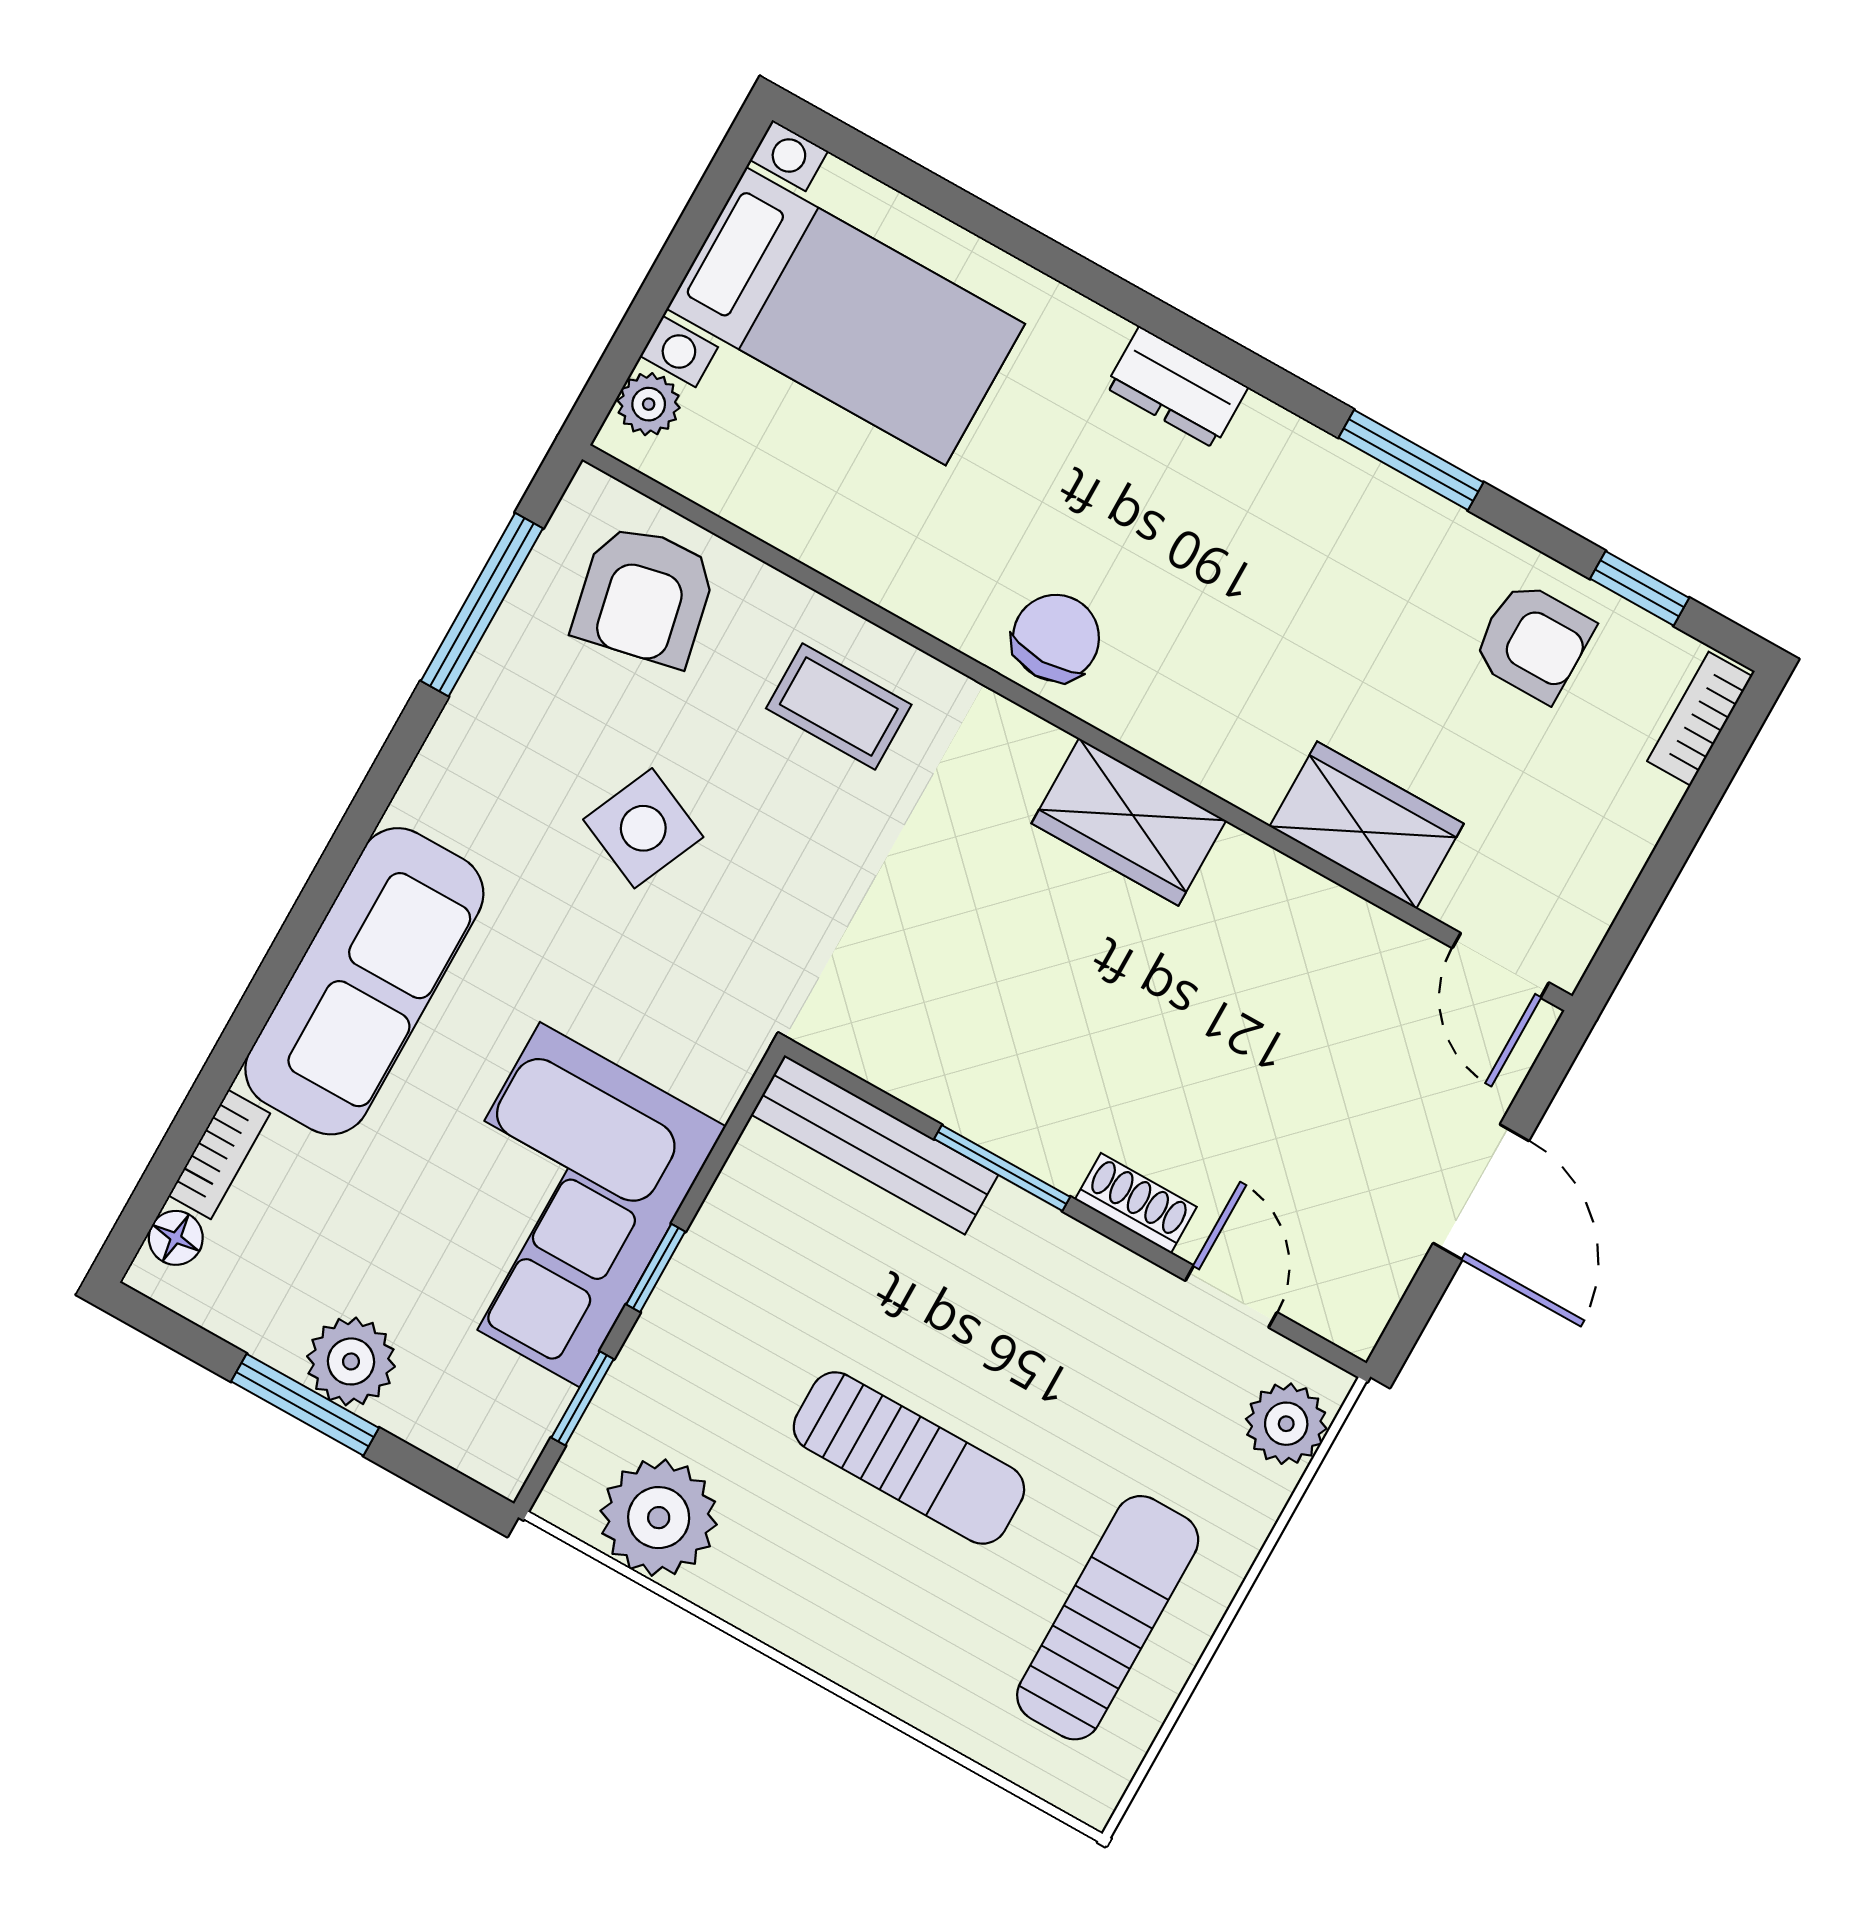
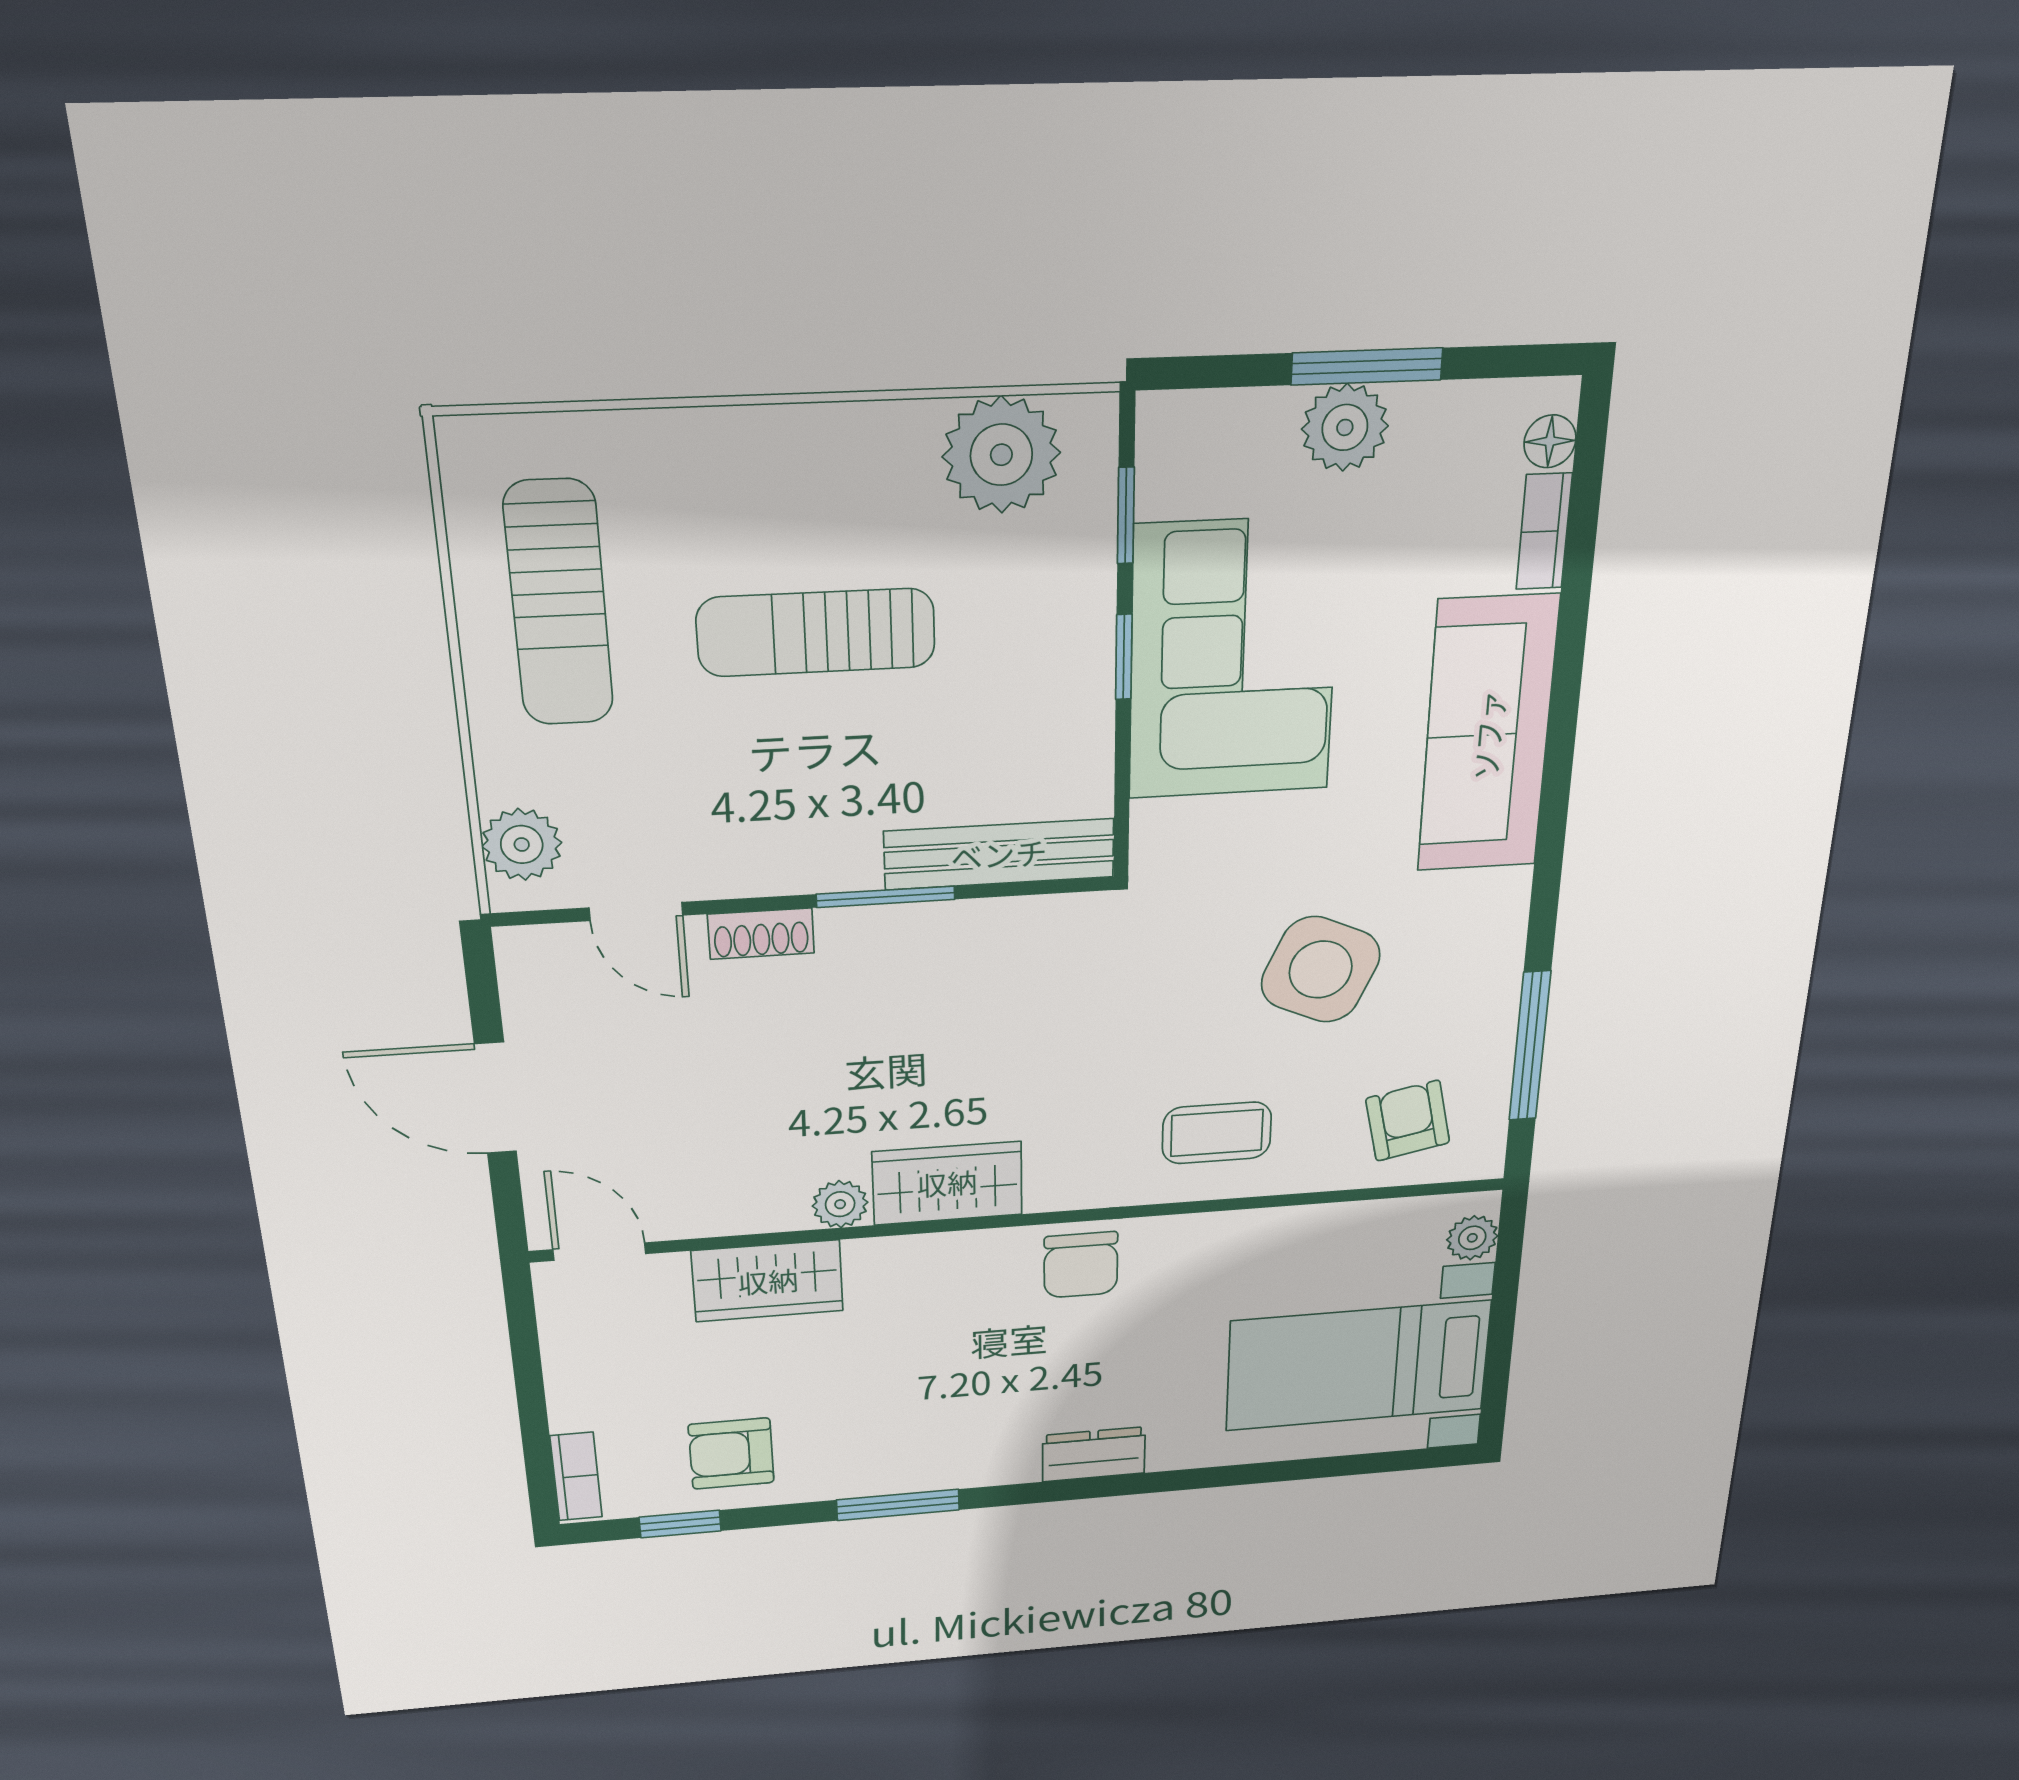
armchair: (644, 595) -> (1408, 1121), width x0.72, depth x0.72
side table: (643, 828) -> (1321, 970), width x1.37, depth x1.37
plant: (1244, 867) -> (840, 1204), added

